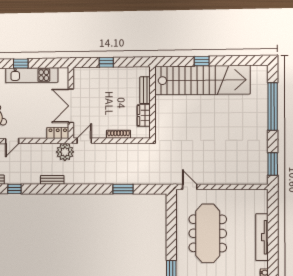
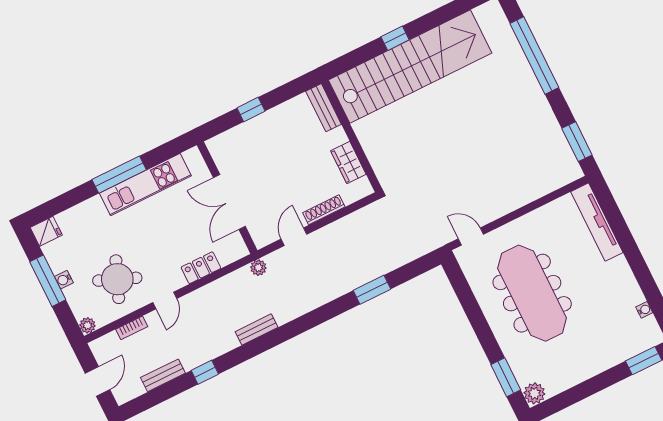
window: (21, 63) -> (119, 175), width x2.17
bench: (145, 90) -> (324, 108), moved
locker: (58, 133) -> (201, 268), moved
door: (84, 141) -> (294, 237), moved
plant: (65, 152) -> (258, 268), width x0.53, depth x0.53
tv unit: (262, 237) -> (597, 222), moved

